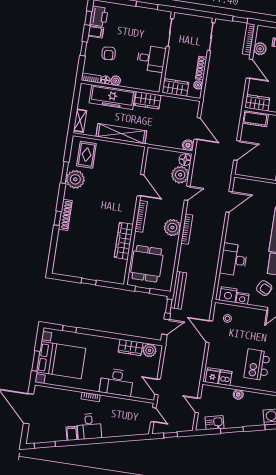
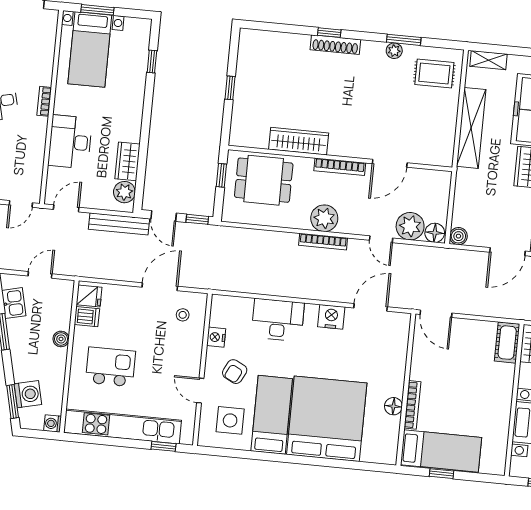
door: (197, 129) -> (507, 252), moved
door: (237, 150) -> (436, 314), moved
plant: (75, 179) -> (394, 51), width x0.53, depth x0.53
door: (229, 202) -> (371, 307), swing flipped
bench: (179, 290) -> (119, 224), moved
nightstand: (228, 295) -> (331, 317), moved, turned 90
bed with nightstands: (61, 360) -> (90, 49), width x0.73

